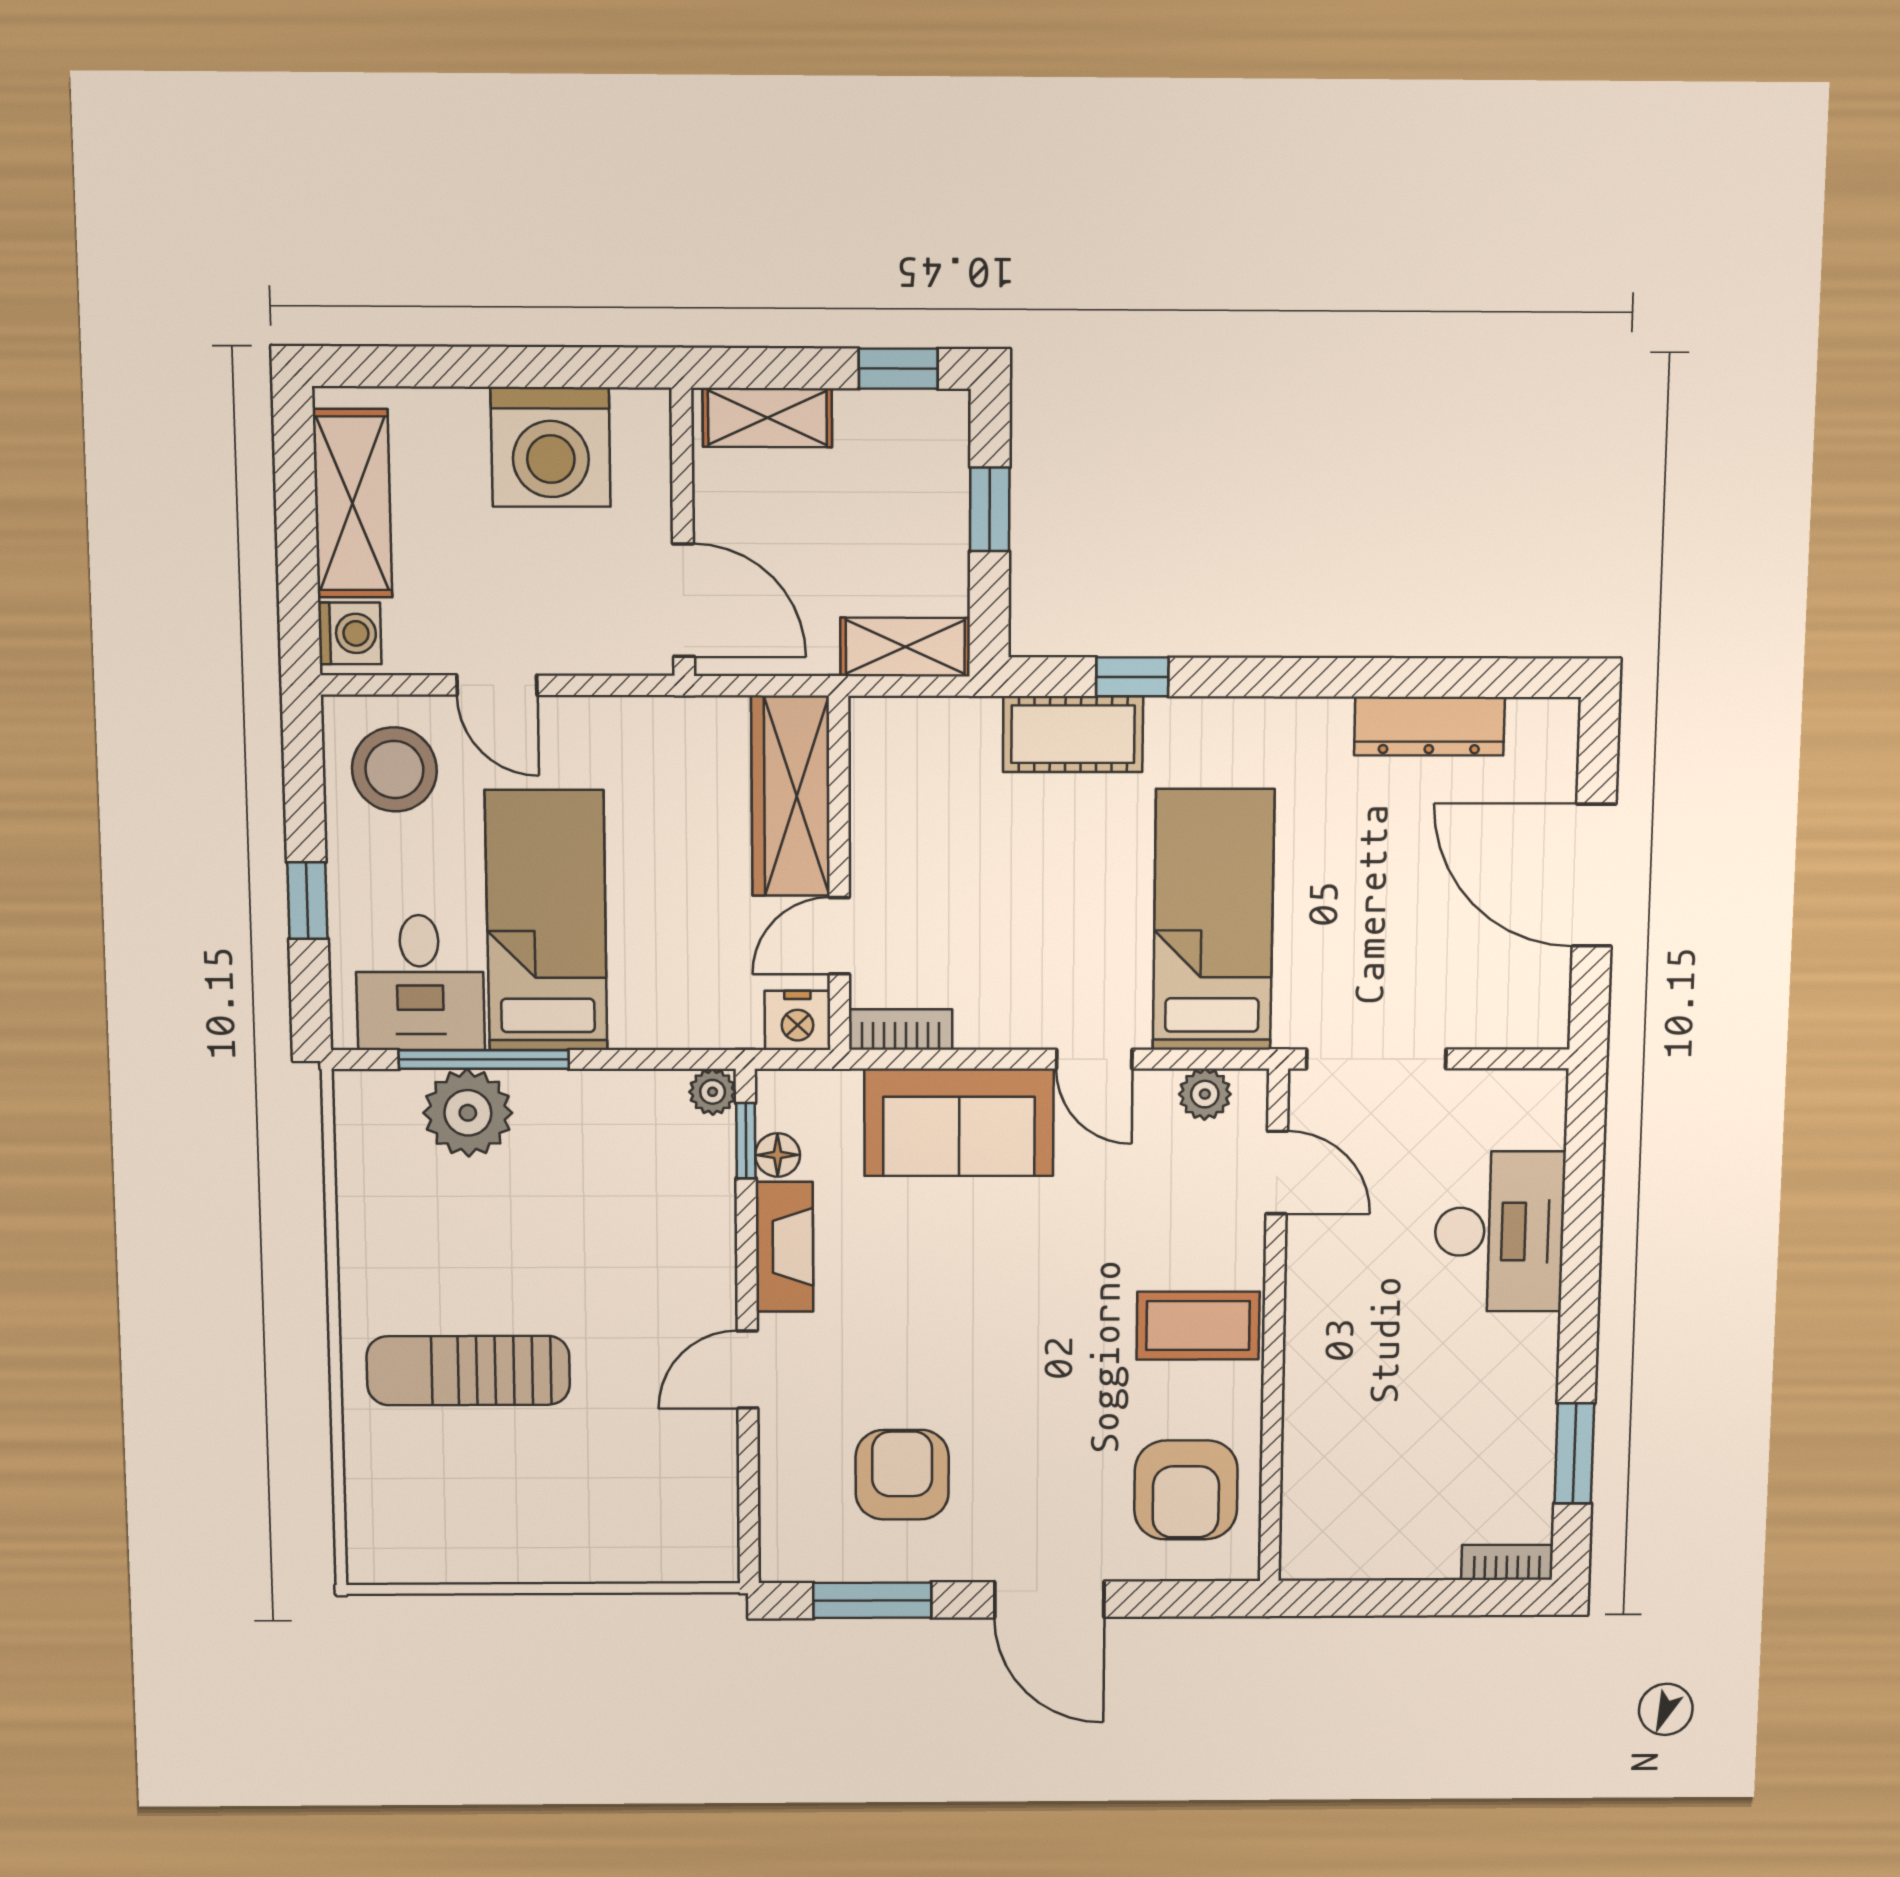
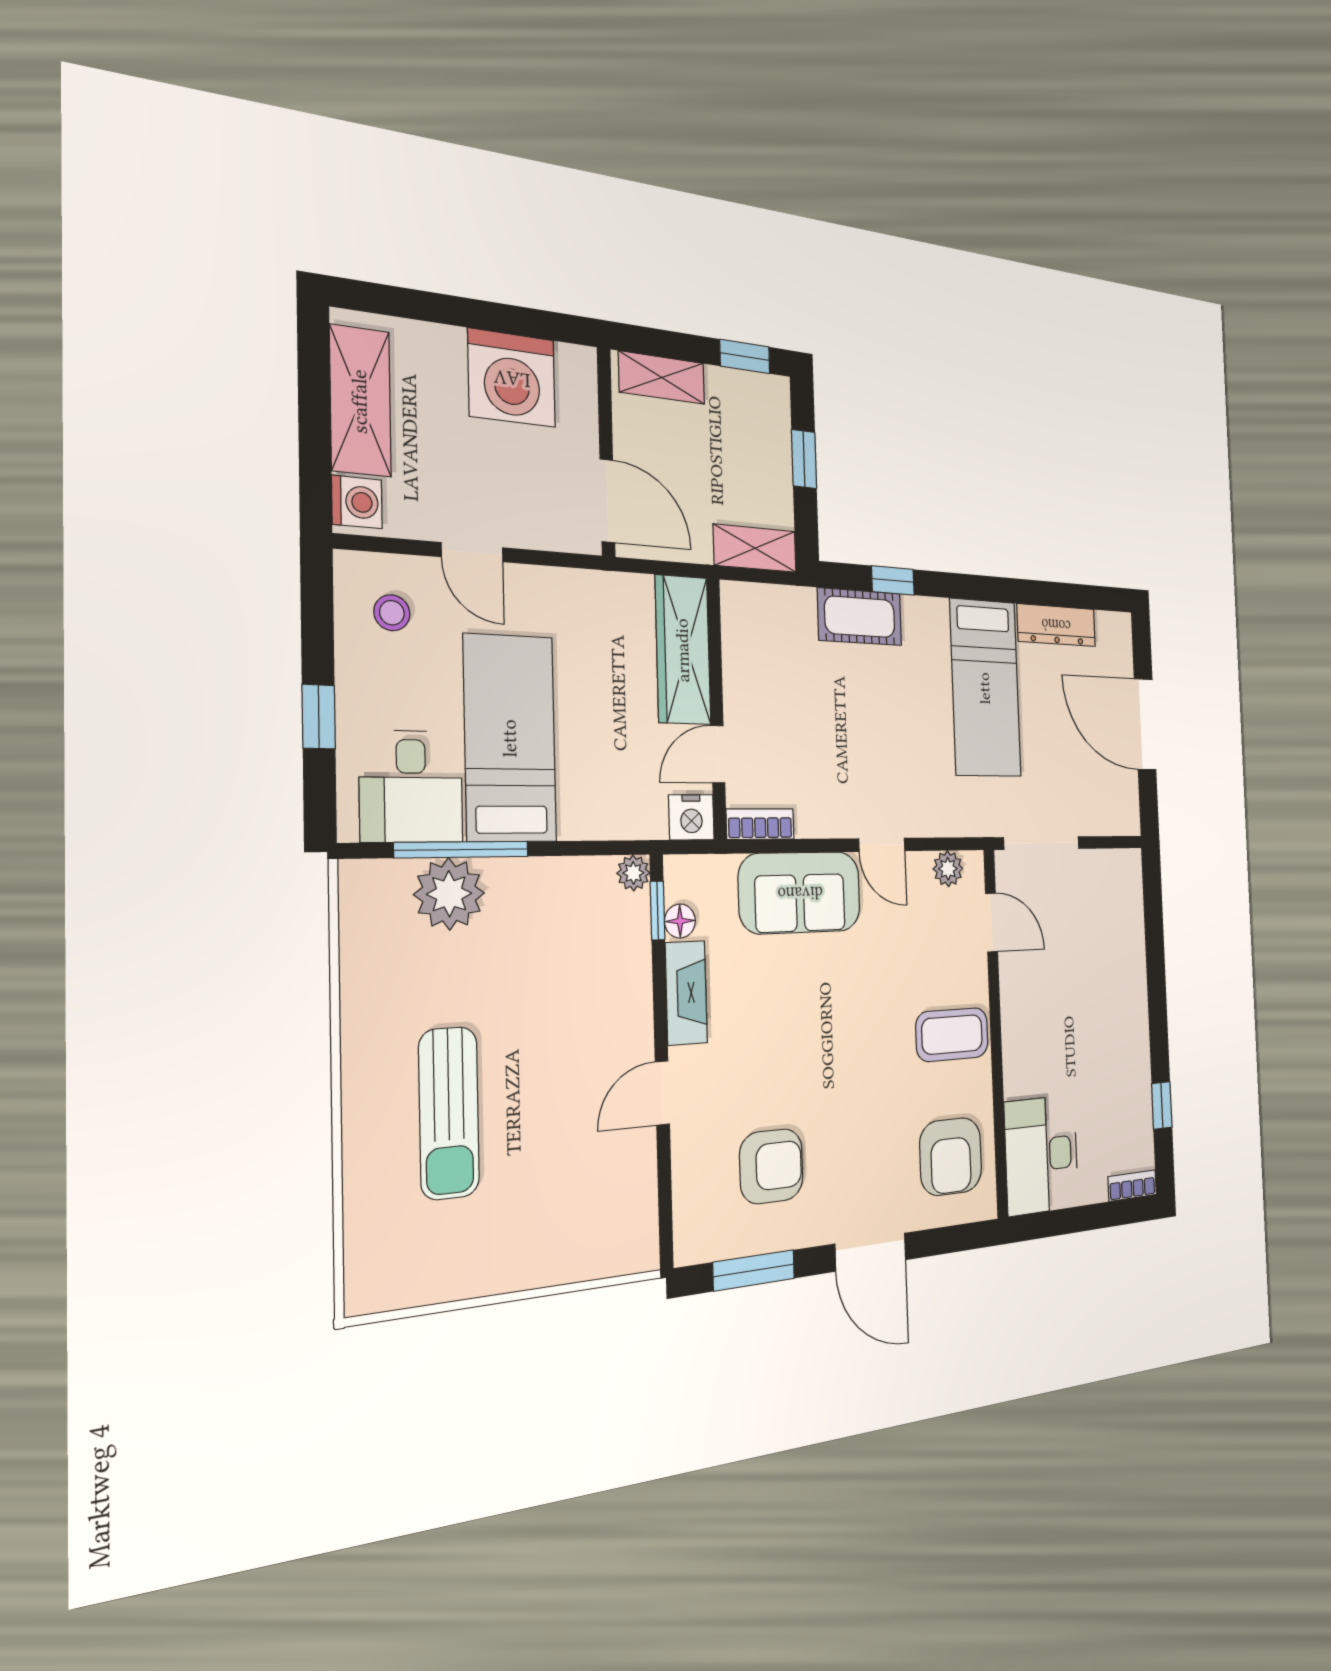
stool: (394, 769) -> (392, 613), width x0.53, depth x0.53
bed: (1213, 920) -> (985, 688), moved, turned 180
desk: (1499, 1232) -> (1041, 1155), moved, turned 180
sun lounger: (468, 1370) -> (449, 1113), turned -90
window: (1574, 1453) -> (1162, 1105), width x0.67
armchair: (902, 1475) -> (771, 1166), turned 90

